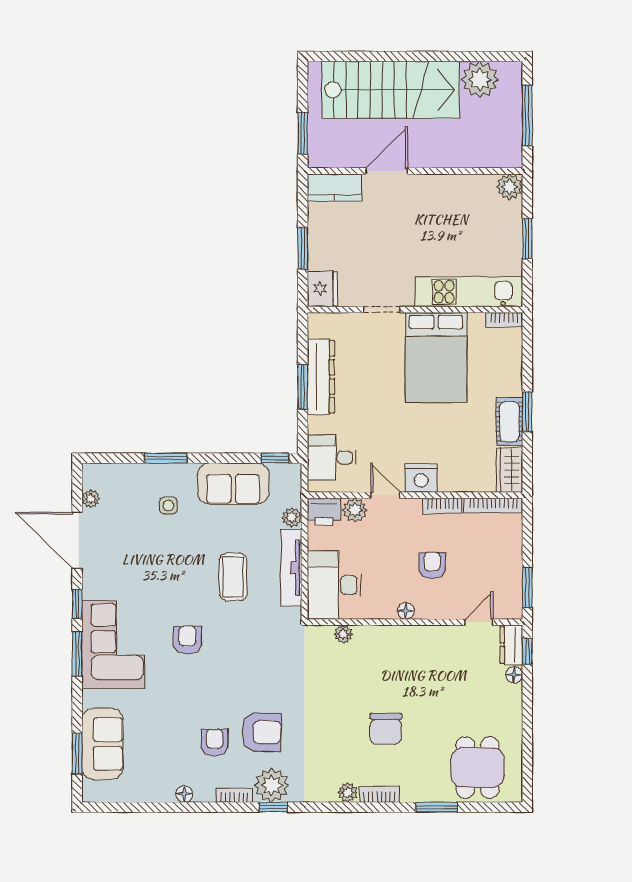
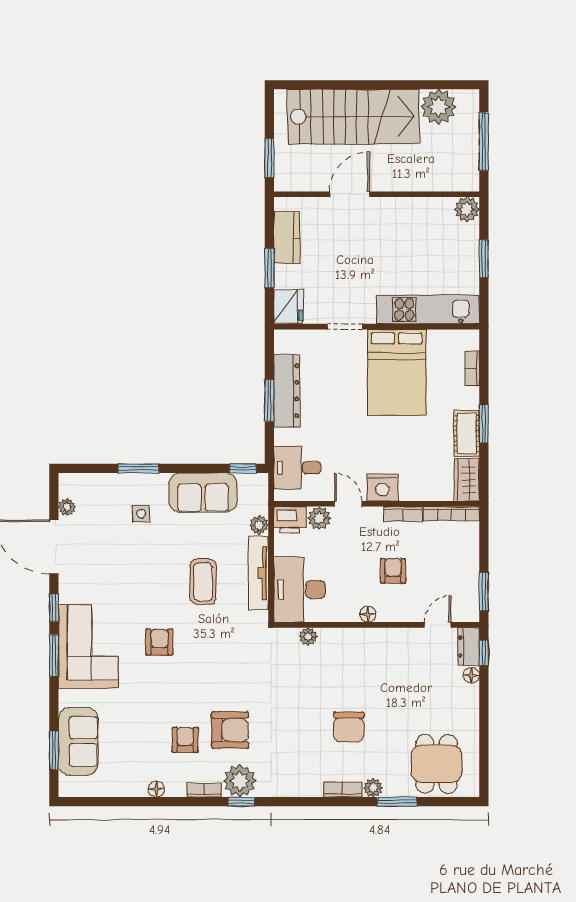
kitchen counter: (334, 187) -> (287, 238), moved, turned -90
bookcase: (504, 320) -> (472, 368), moved, turned 90
plant: (348, 793) -> (373, 788), moved

